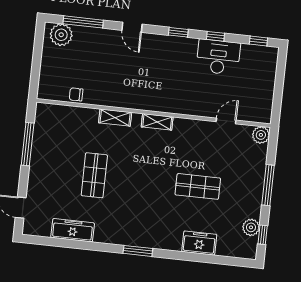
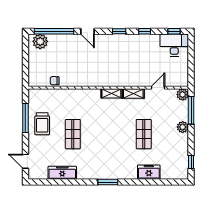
window: (83, 22) -> (54, 31), width x1.46
desk: (218, 57) -> (174, 45), moved
shelving: (115, 118) -> (133, 94), moved
trolley: (51, 155) -> (42, 124), added
window: (268, 185) -> (191, 110), moved
shop shelf: (198, 186) -> (144, 134), turned 90
plant: (251, 227) -> (183, 127), moved

